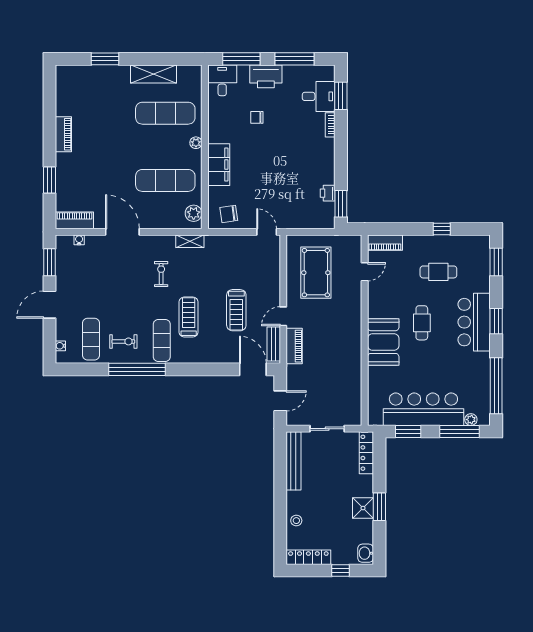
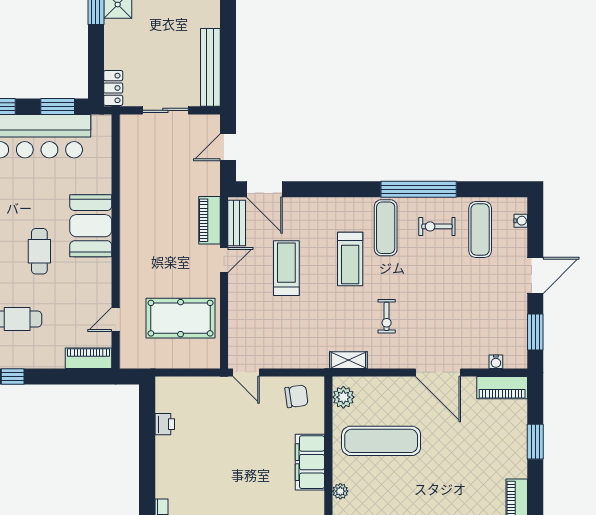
window: (341, 204) -> (147, 410), removed
pool table: (316, 273) -> (181, 318), turned 90
locker: (366, 453) -> (113, 88), width x0.66

